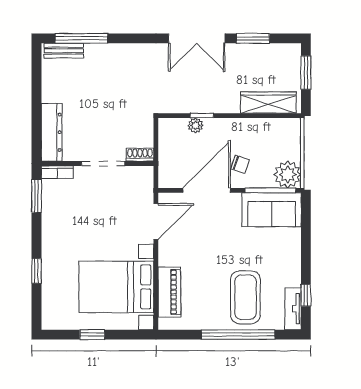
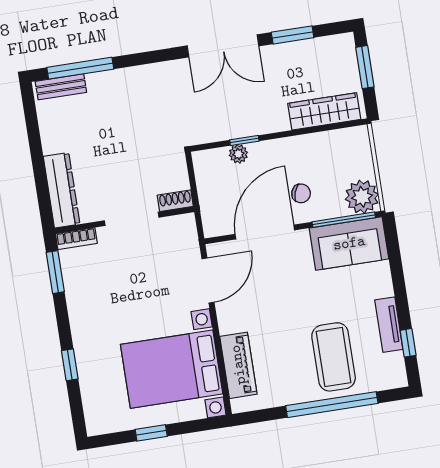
tv unit: (293, 309) -> (389, 325), moved

